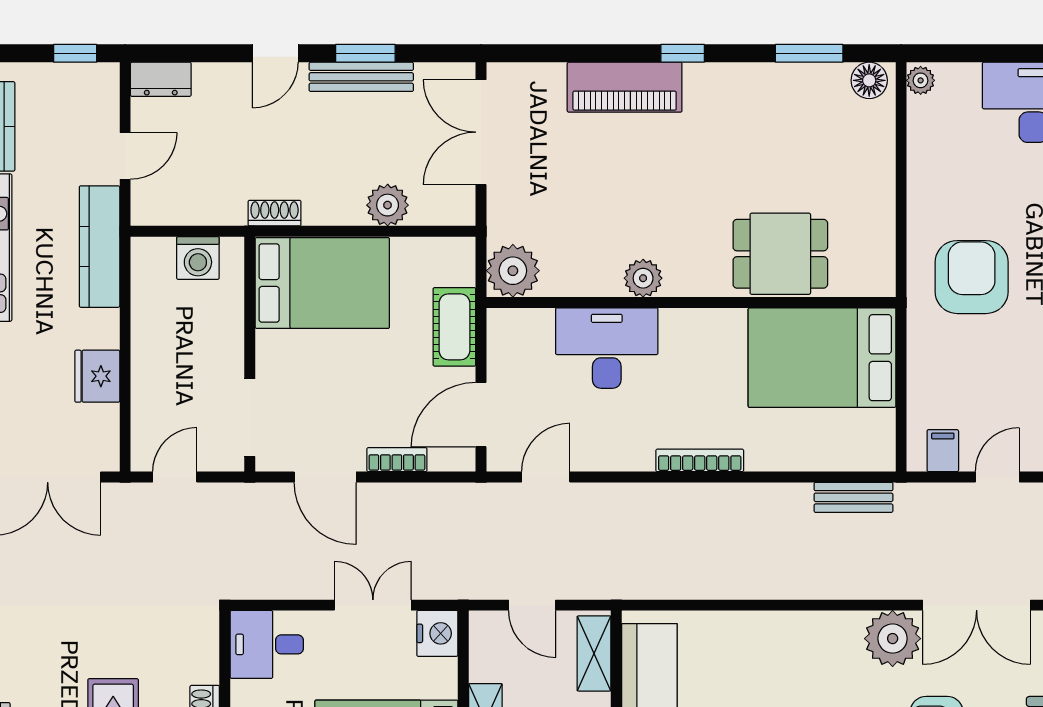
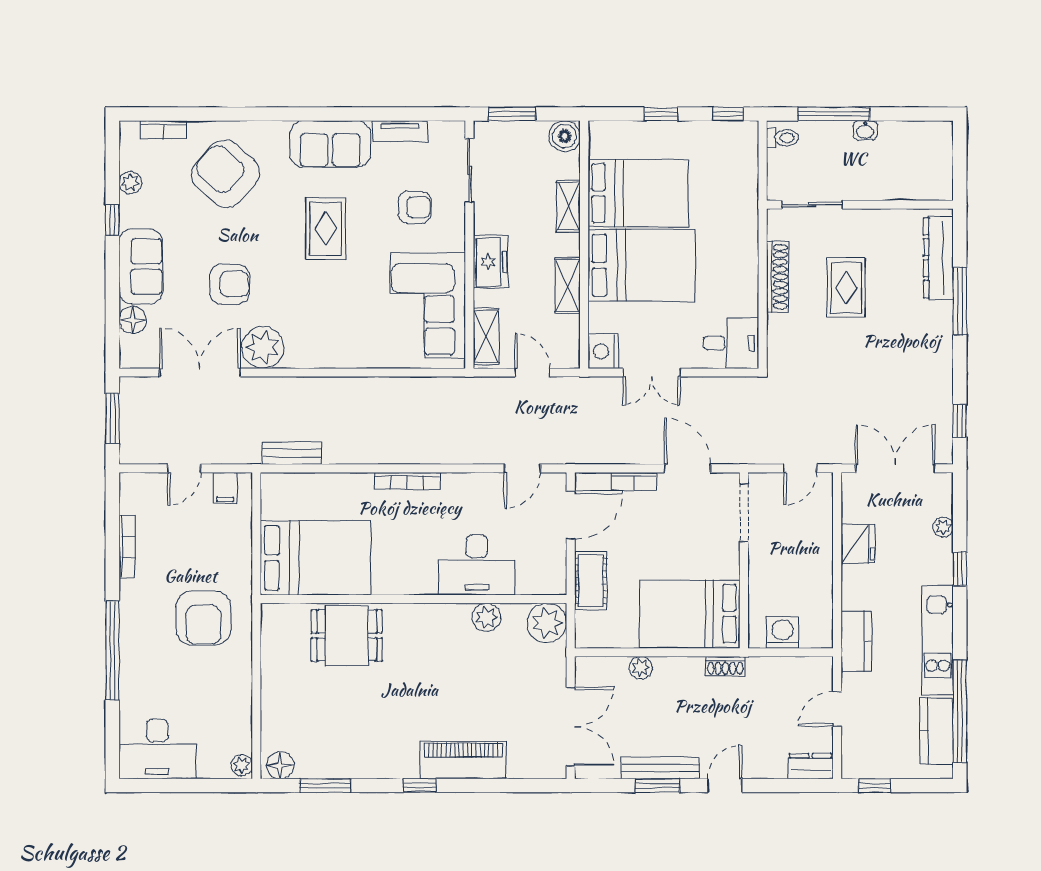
plant: (388, 205) -> (641, 668), width x0.73, depth x0.73
kitchen counter: (100, 247) -> (856, 641), width x0.67
plant: (643, 278) -> (486, 617), moved

